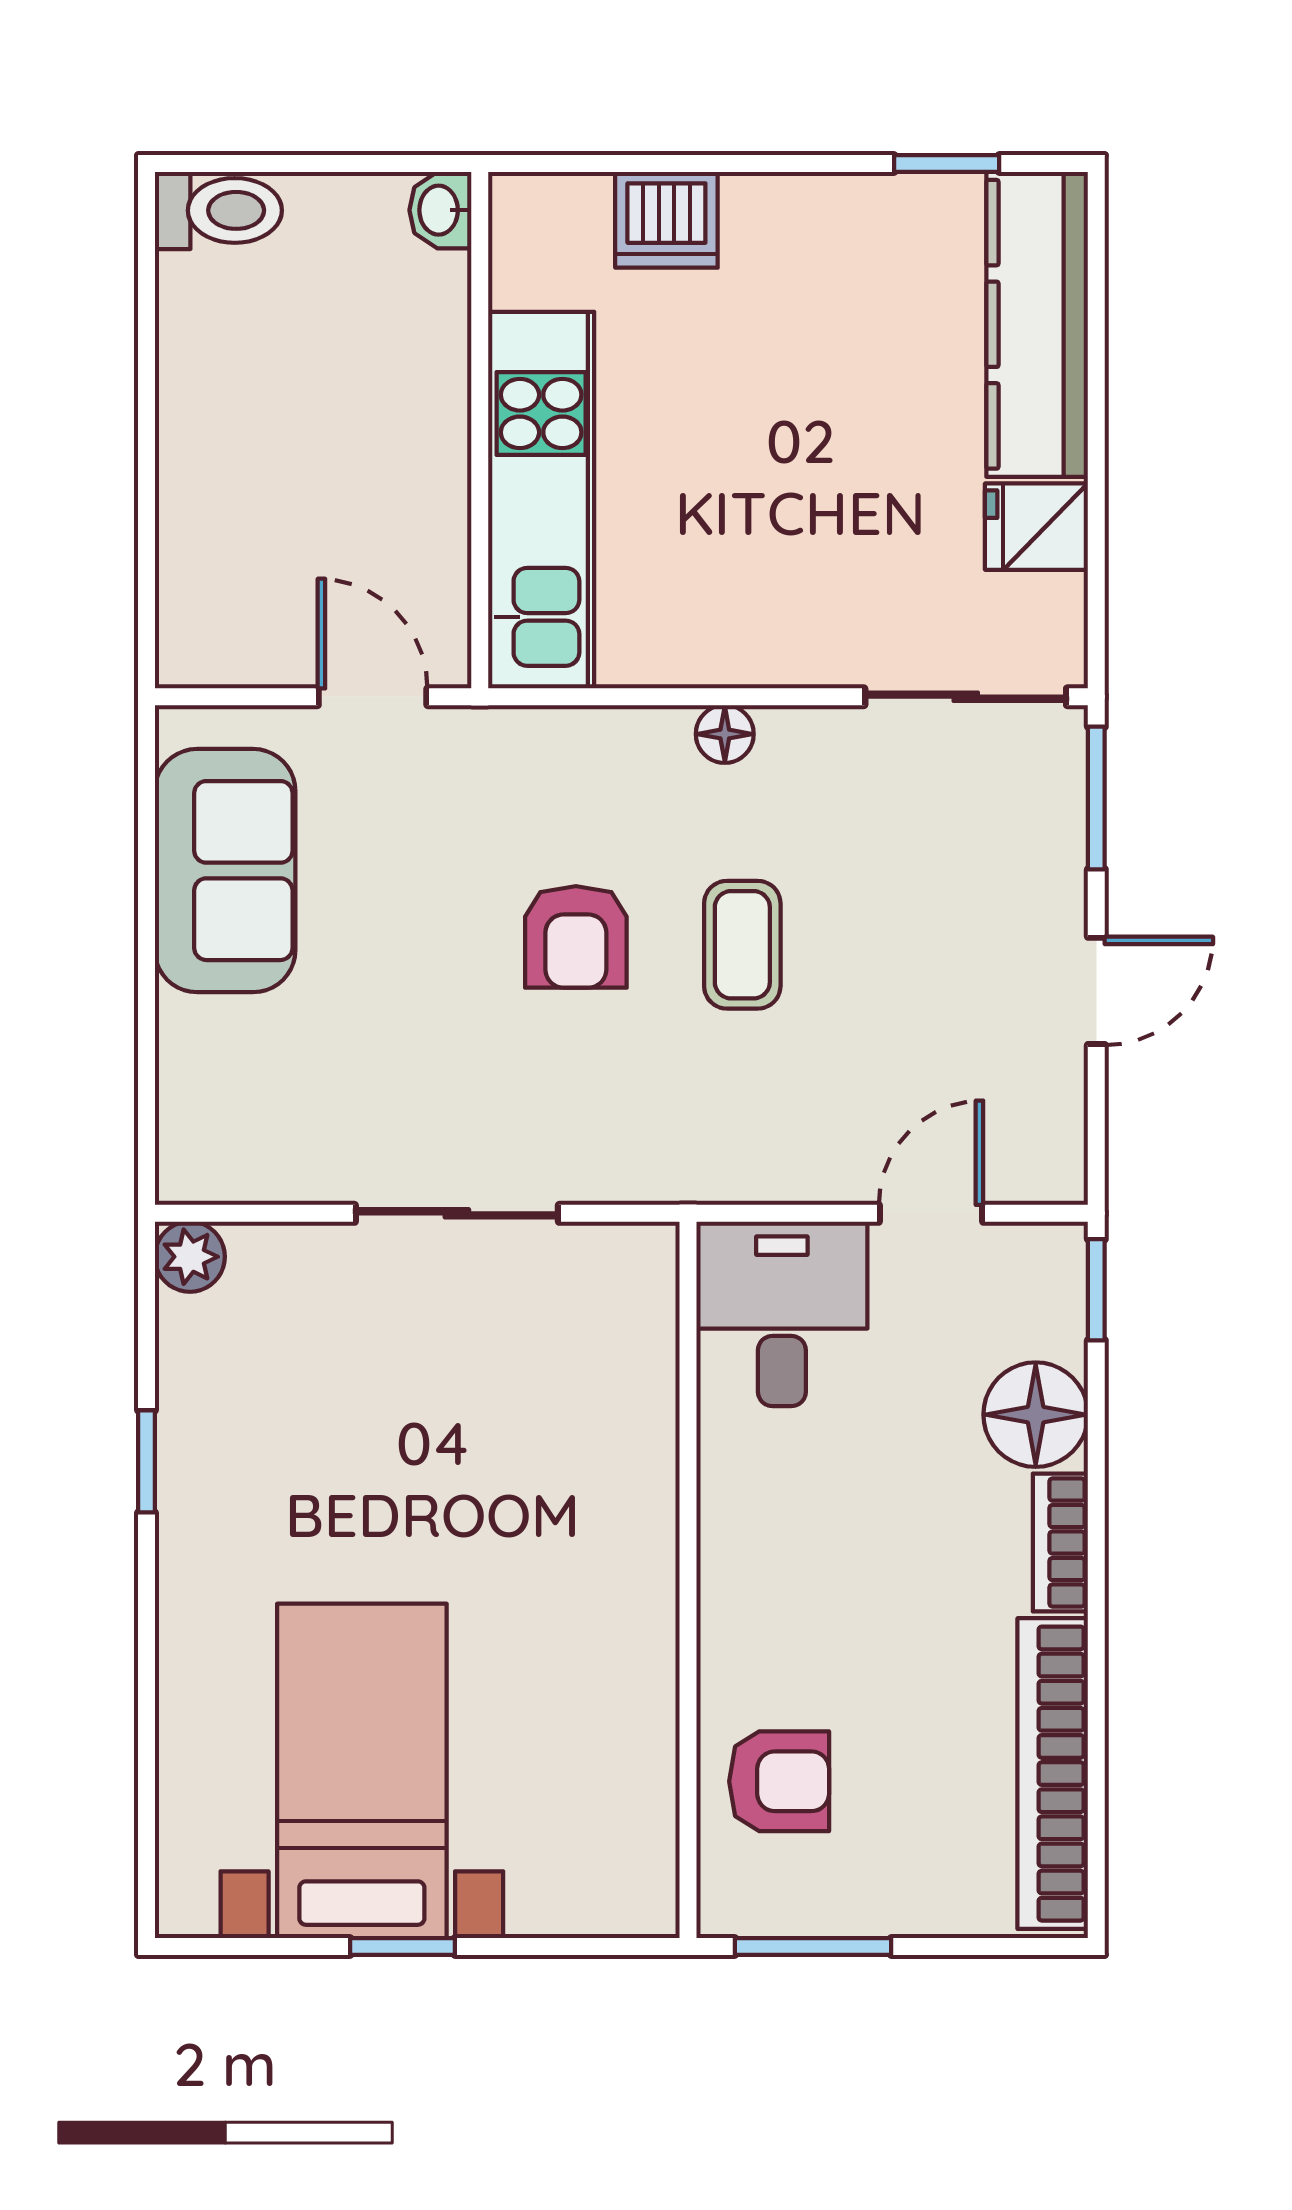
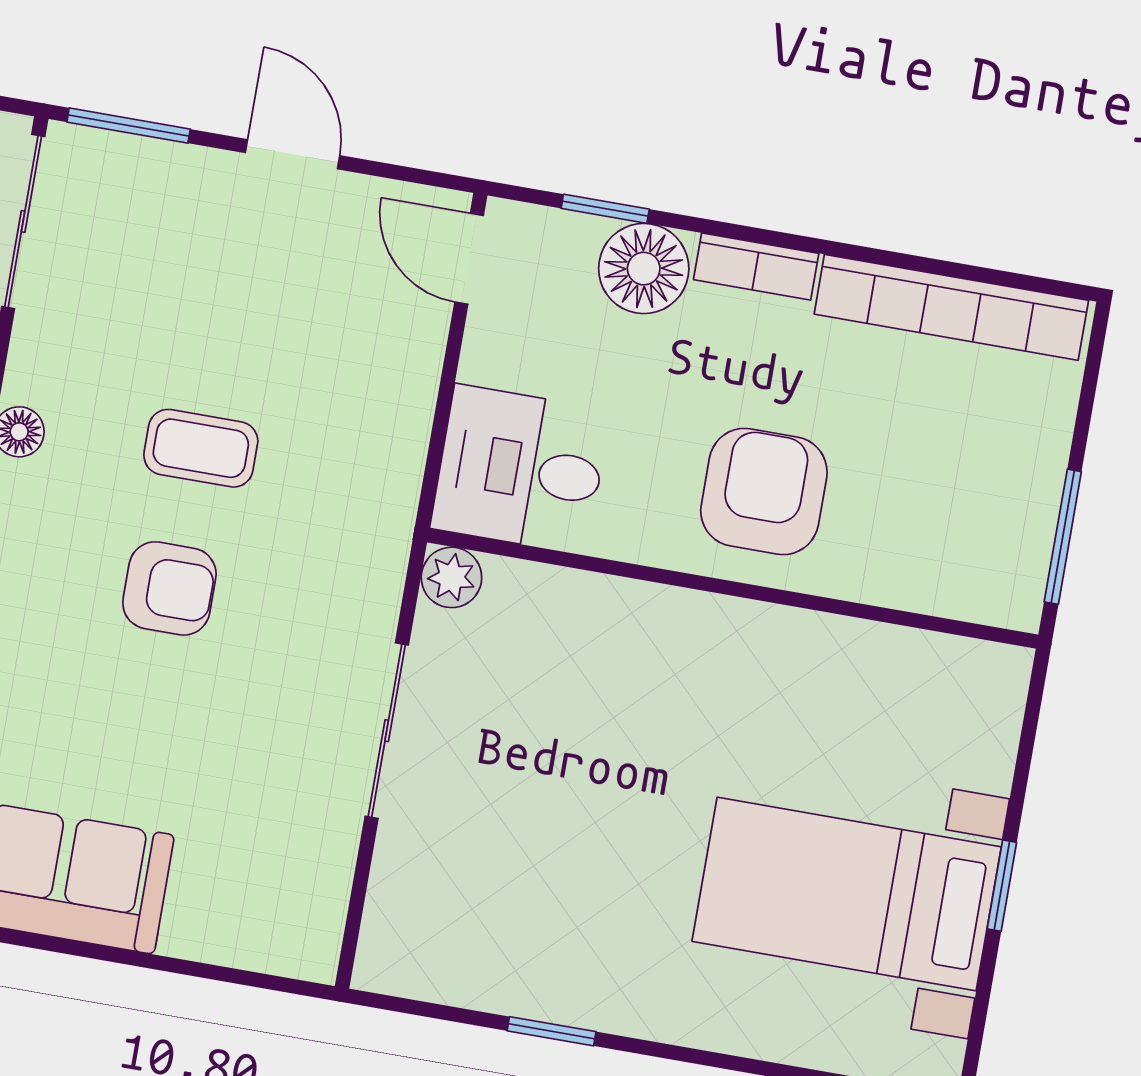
door: (931, 1213) -> (469, 259), moved
plant: (190, 1257) -> (451, 577), moved
window: (1096, 1290) -> (605, 209), moved
armchair: (779, 1781) -> (764, 491), moved, width x1.38, depth x1.38

